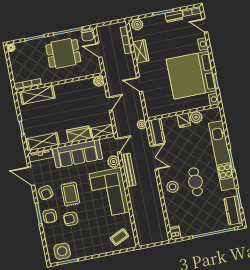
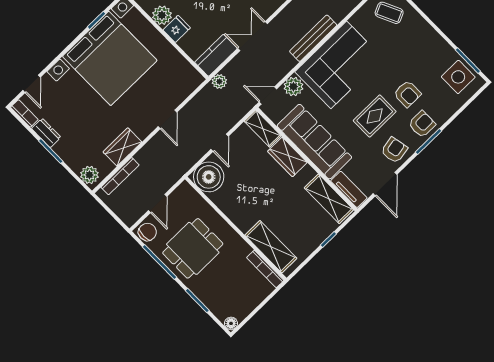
dining table: (63, 53) -> (193, 248), turned 90
boiler: (99, 81) -> (209, 177), width x1.86, depth x1.86
door: (109, 104) -> (220, 143), swing flipped
bench: (128, 170) -> (313, 38), moved

